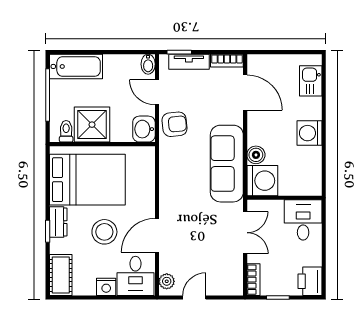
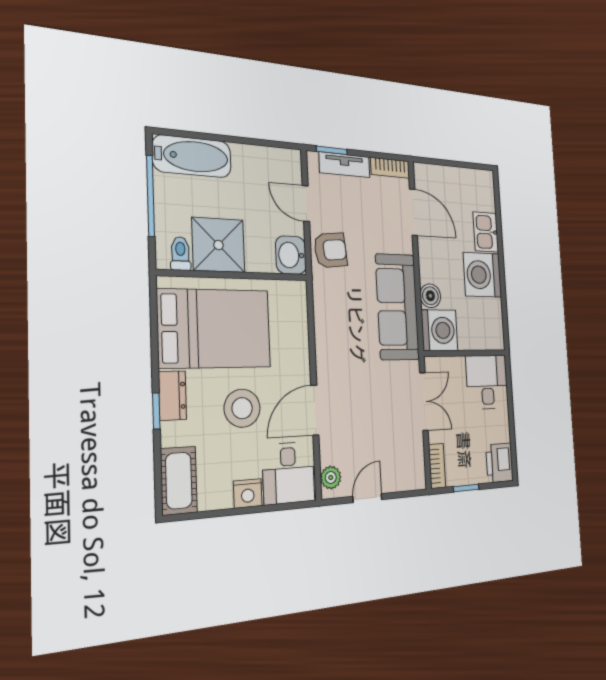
bidet: (148, 64) -> (293, 163), removed
kitchen sink: (311, 81) -> (486, 232), moved
washing machine: (309, 133) -> (482, 275), width x1.37, depth x1.37

